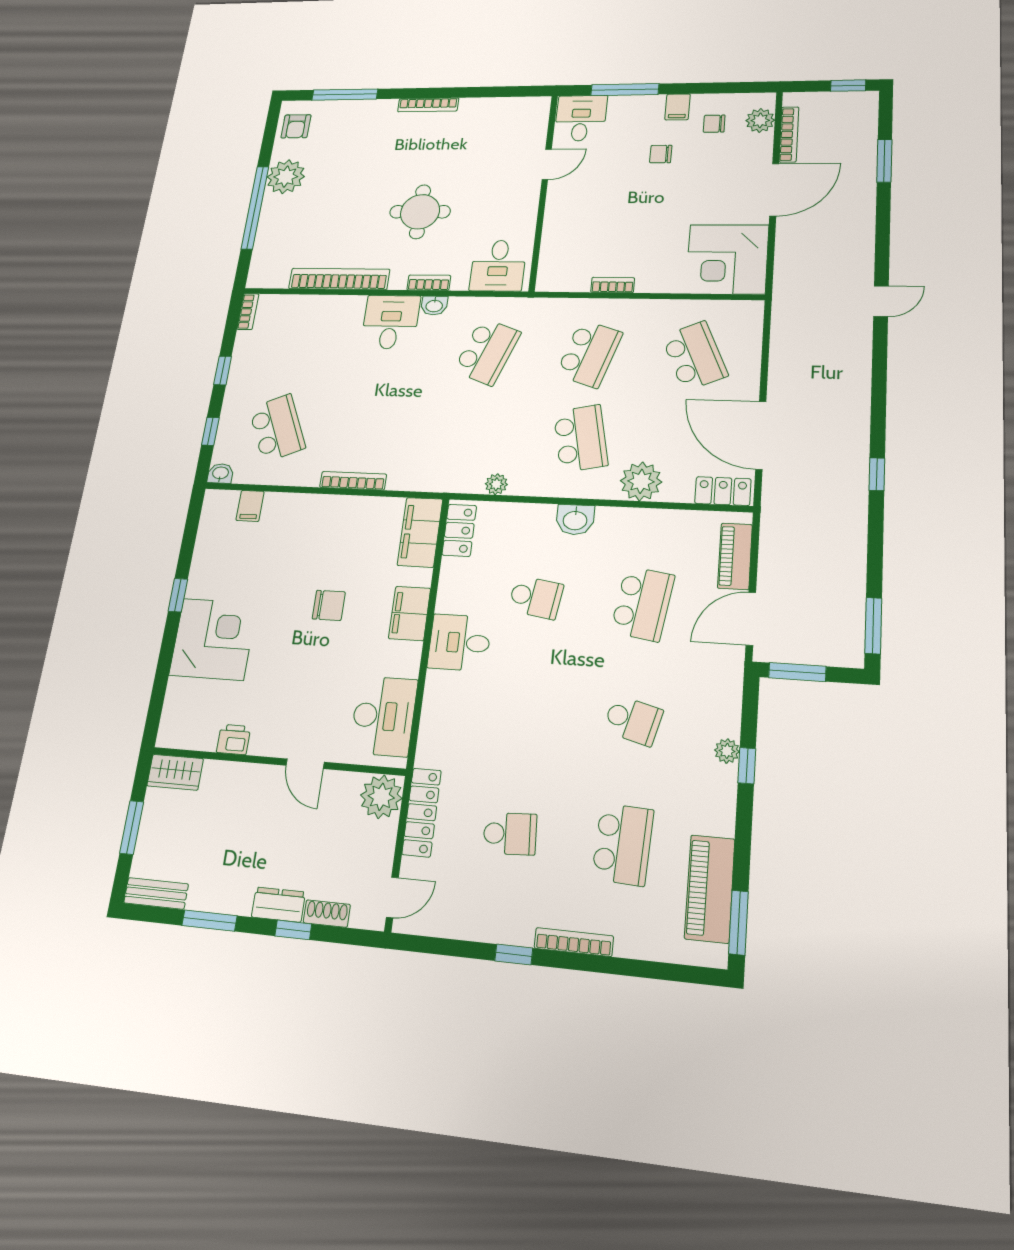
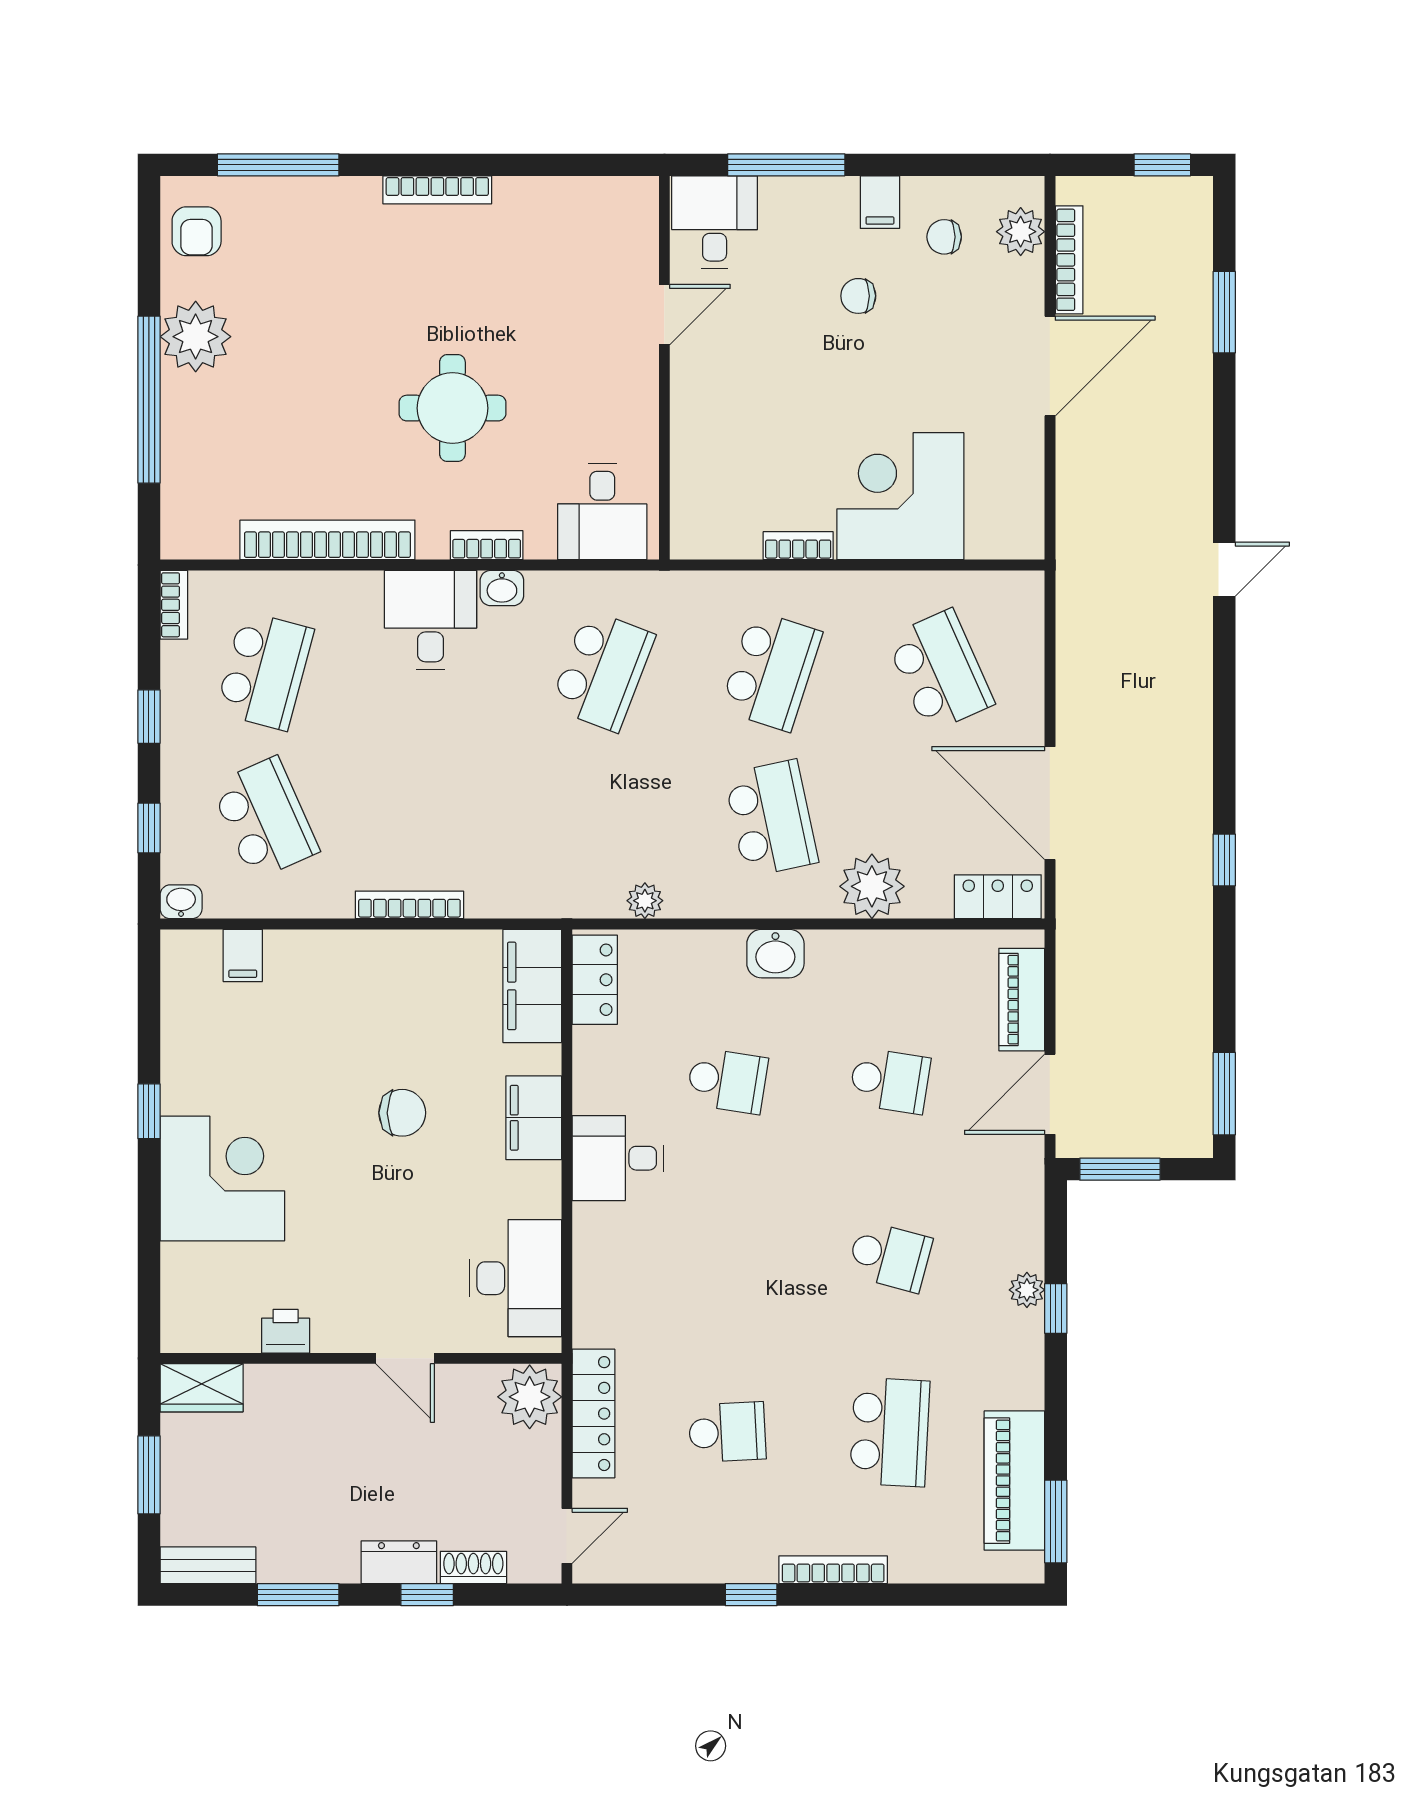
corner desk: (727, 259) -> (900, 496), moved, turned 90
school desk: (292, 347) -> (265, 671), added
school desk: (643, 604) -> (890, 1081), width x0.54

